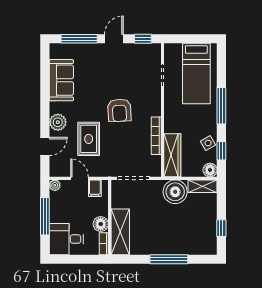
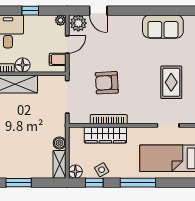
armchair: (119, 110) -> (107, 83), moved
plant: (58, 122) -> (78, 23), moved
rug: (89, 139) -> (171, 82), moved, turned 90
wardrobe: (172, 155) -> (105, 135), moved
boiler: (175, 192) -> (60, 143), width x0.54, depth x0.54
window: (45, 216) -> (30, 11), width x0.46
window: (221, 228) -> (19, 183), width x1.50

